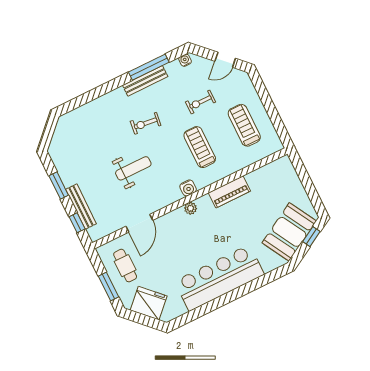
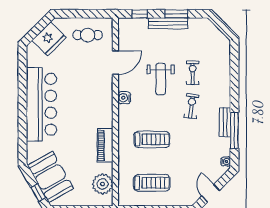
bench: (145, 81) -> (225, 122), width x0.73
exercise bike: (200, 102) -> (193, 73), moved
water cooler: (188, 188) -> (124, 98), moved
bench: (81, 207) -> (168, 23), moved
plant: (191, 208) -> (102, 184), moved, width x1.87, depth x1.87
door: (139, 223) -> (115, 63), swing flipped
window: (108, 287) -> (77, 14), removed

